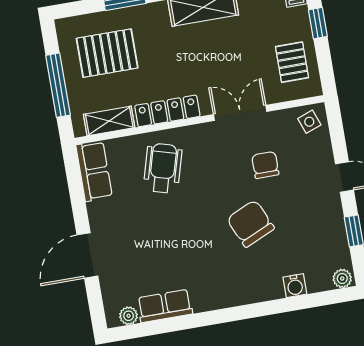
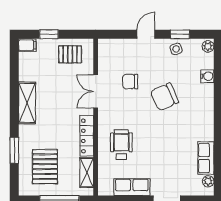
side table: (309, 122) -> (176, 49), moved
wheelchair: (163, 168) -> (121, 145), turned 74
row of seats: (94, 171) -> (132, 187), moved

